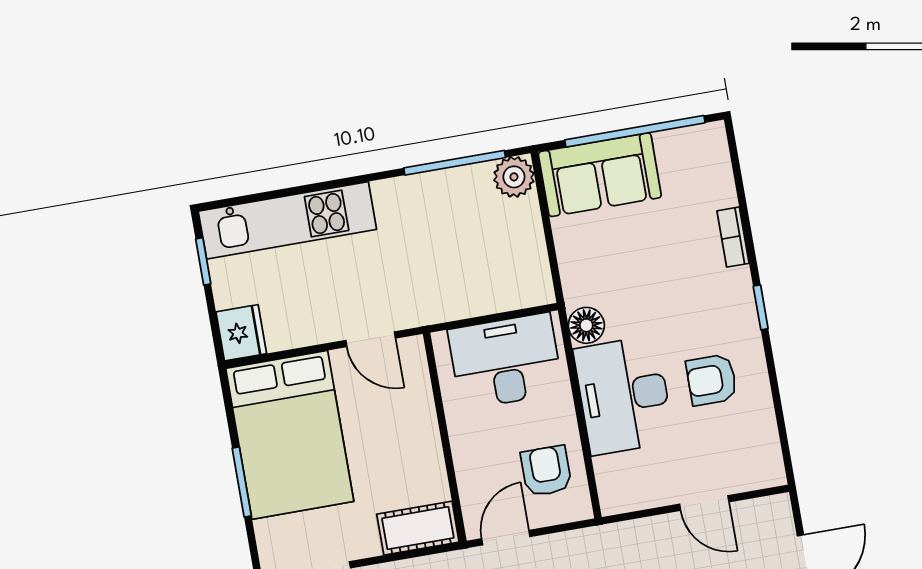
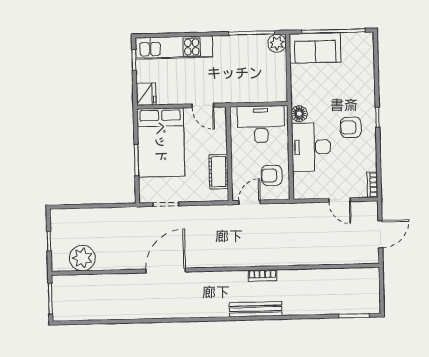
bookcase: (733, 237) -> (372, 185), moved
armchair: (712, 380) -> (351, 127), moved
armchair: (546, 471) -> (272, 175), turned -90
cot: (418, 528) -> (219, 172), moved, turned 90

